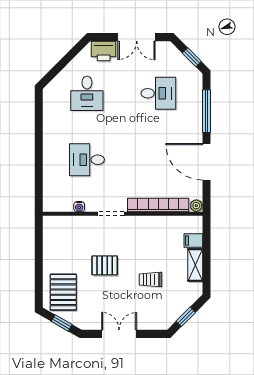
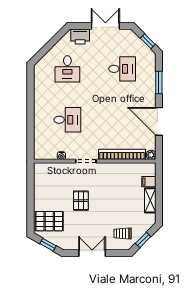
double door: (137, 37) -> (105, 26), swing flipped
window: (207, 111) -> (159, 83), width x0.69
desk: (87, 160) -> (67, 120), turned 180
pallet: (105, 265) -> (81, 201), turned 90
trolley: (150, 279) -> (123, 233), moved
pallet: (63, 292) -> (49, 221), turned 90

